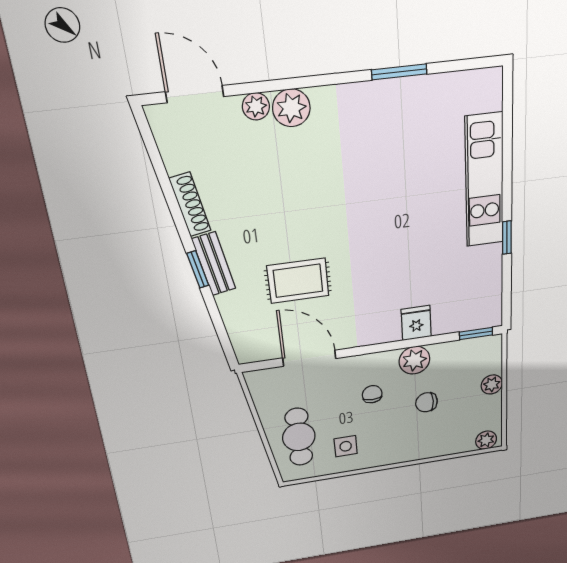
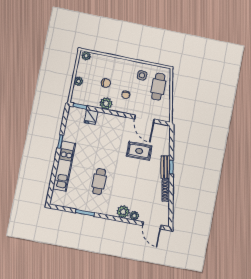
cafe table: (382, 170) -> (99, 181), added
fridge: (416, 323) -> (91, 117), moved

